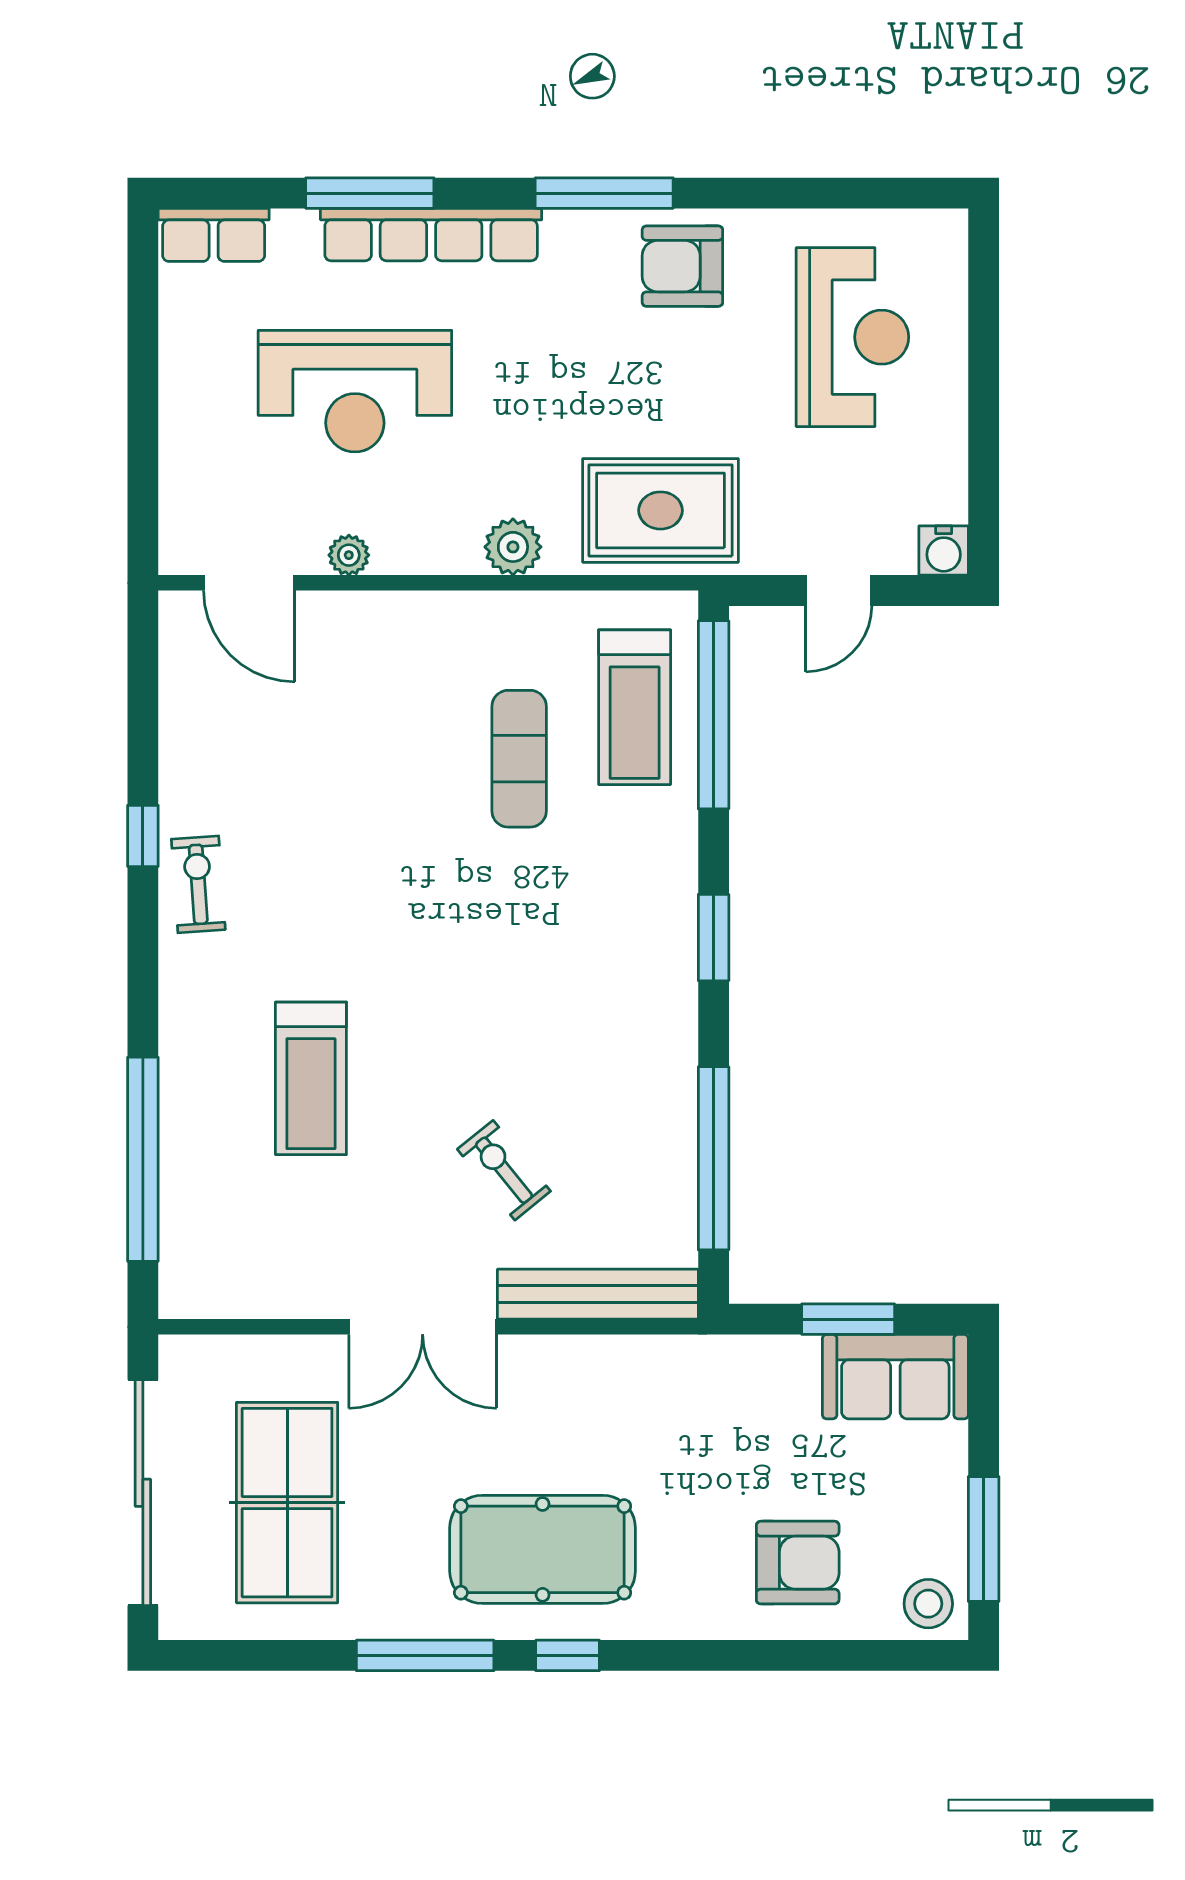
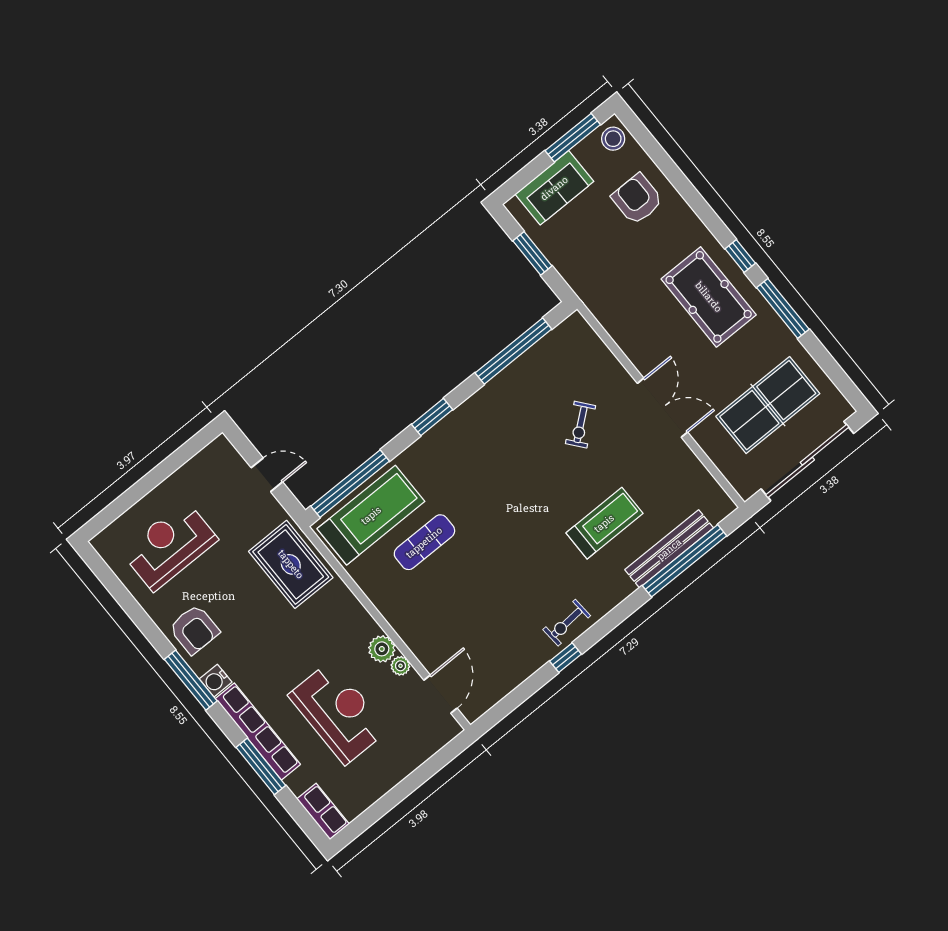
plant: (513, 547) -> (382, 649), moved
water cooler: (944, 550) -> (216, 681), moved, turned 180
treadmill: (635, 707) -> (371, 515), width x1.37, depth x1.38
bench: (598, 1294) -> (669, 549), moved, turned 90
sofa: (895, 1377) -> (554, 188), moved, turned 90

